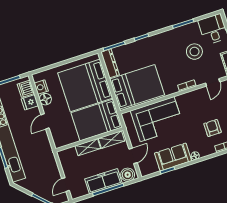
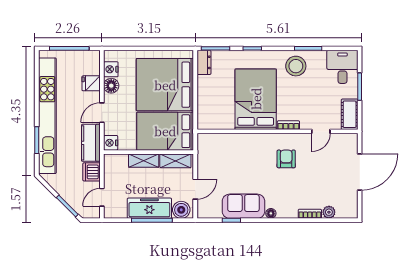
stool: (194, 52) -> (296, 66), moved
dresser: (110, 63) -> (204, 62), width x0.70
bed: (137, 87) -> (256, 99), moved, turned -90
dishwasher: (26, 89) -> (92, 172), moved
corner sofa: (157, 119) -> (239, 154), removed
armchair: (213, 128) -> (286, 159), moved
nightstand: (59, 142) -> (111, 143), added
kitchen counter: (44, 147) -> (91, 143), added

